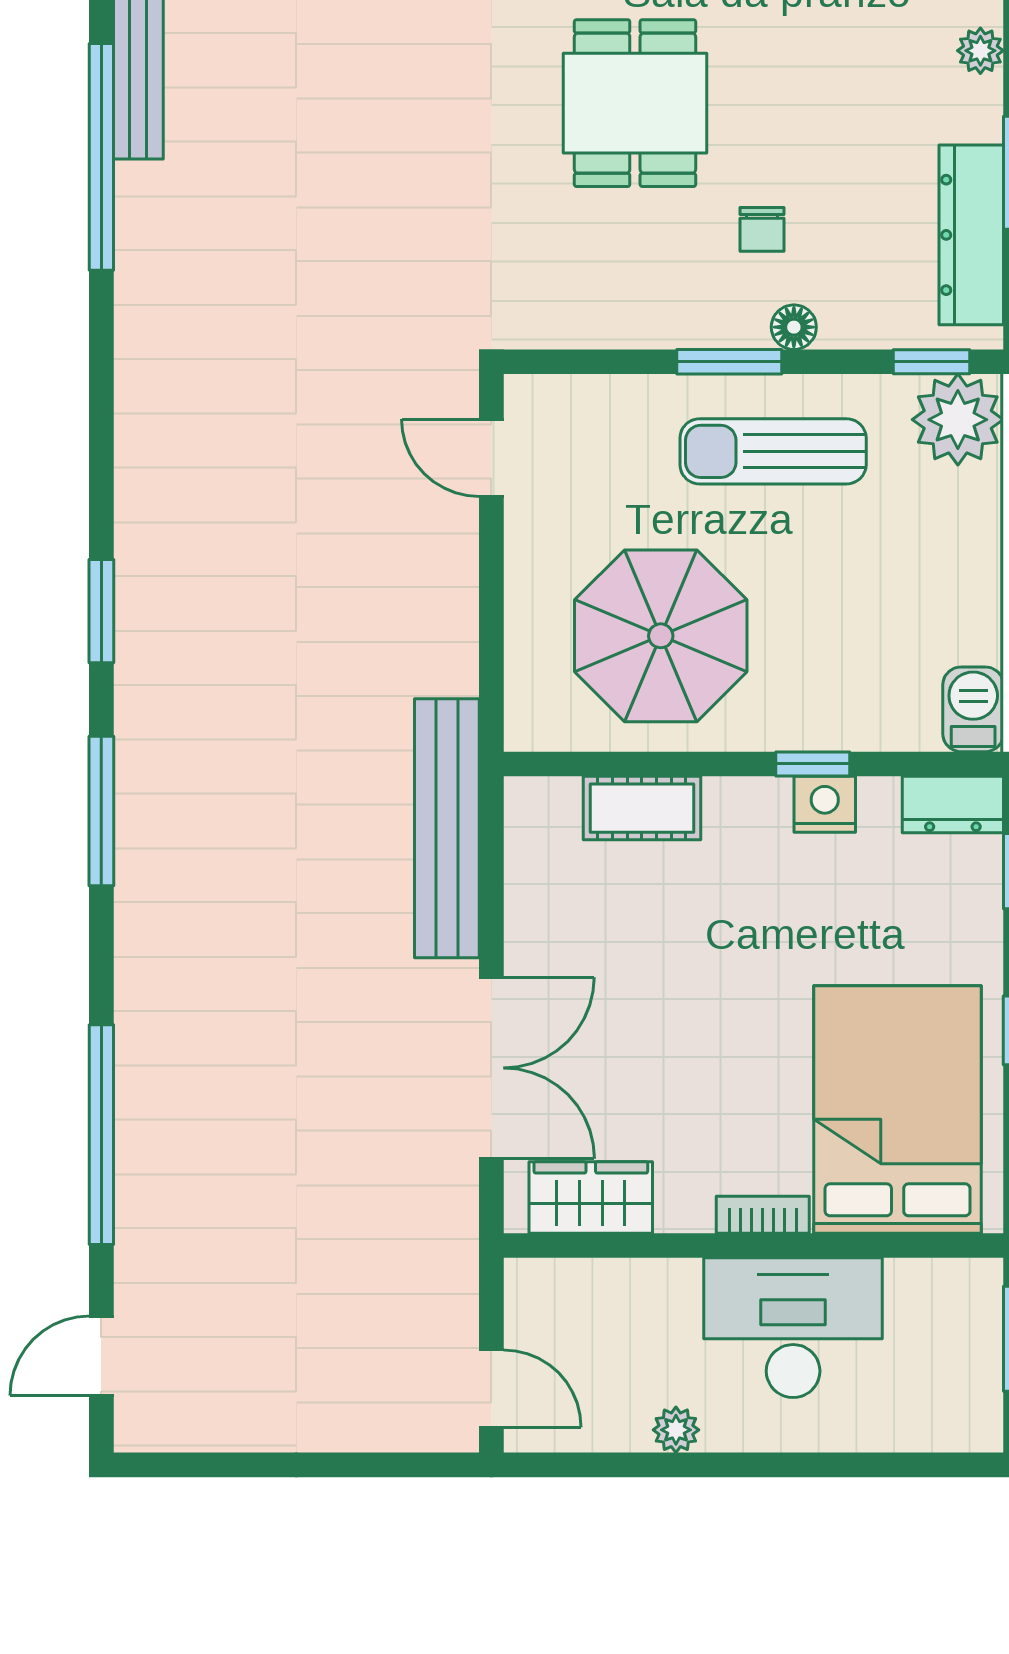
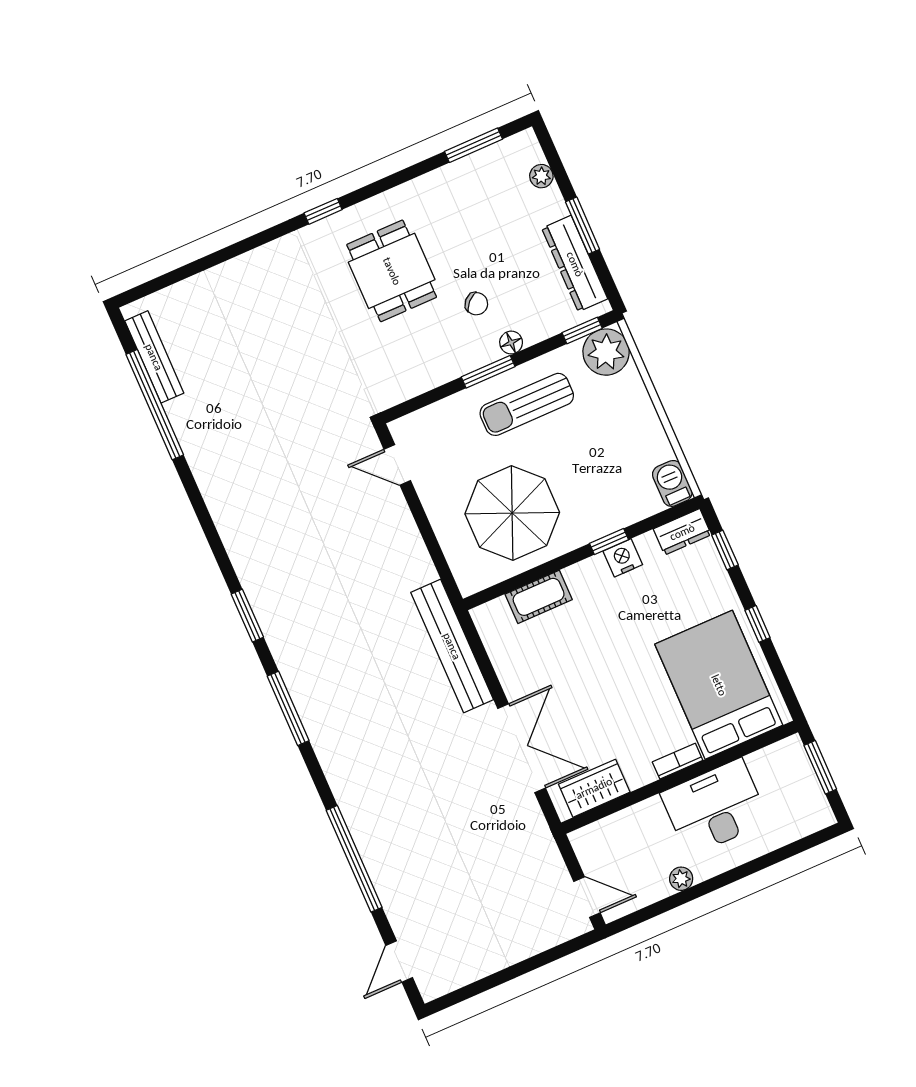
chair: (762, 229) -> (476, 304), turned -45

